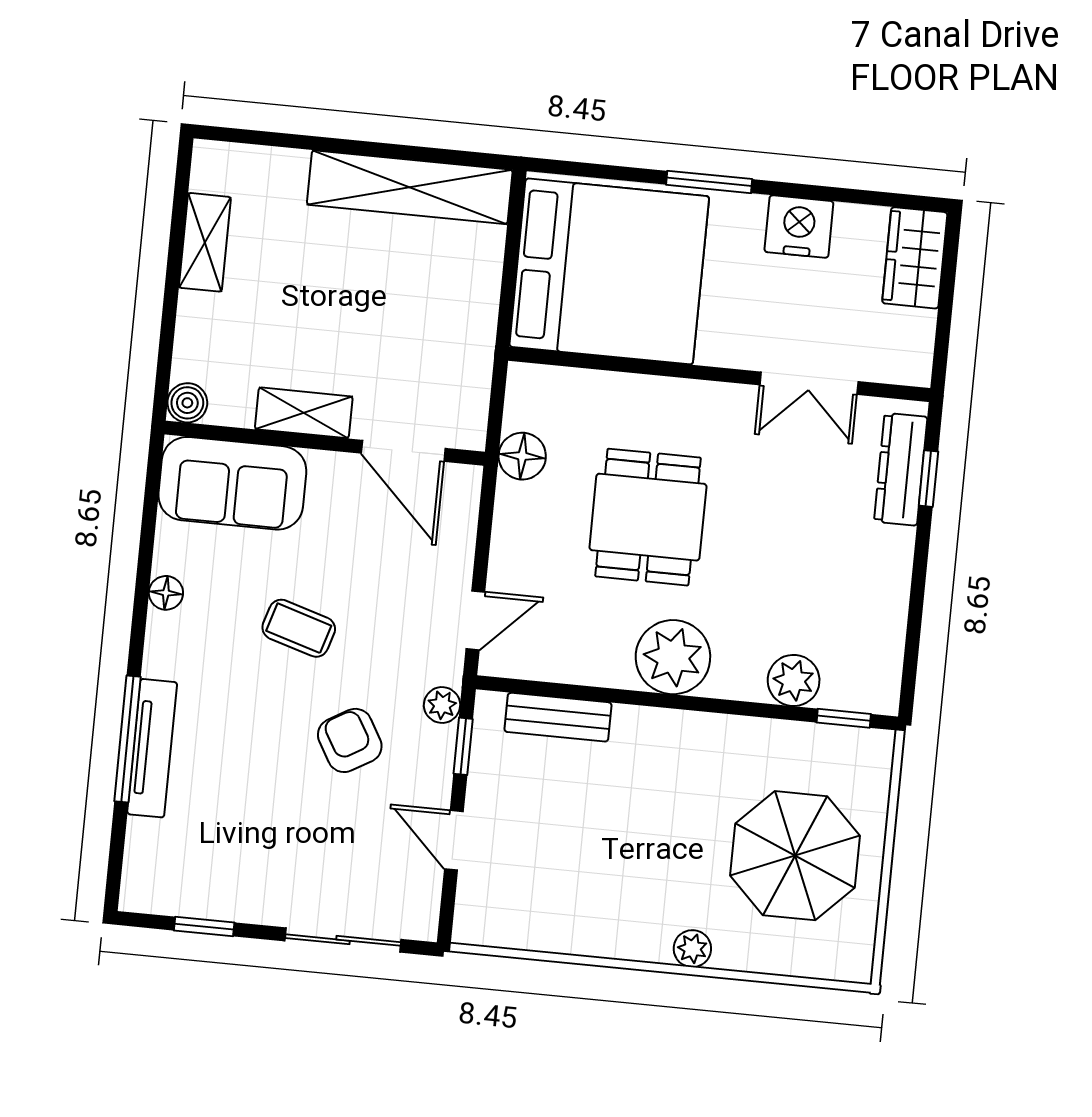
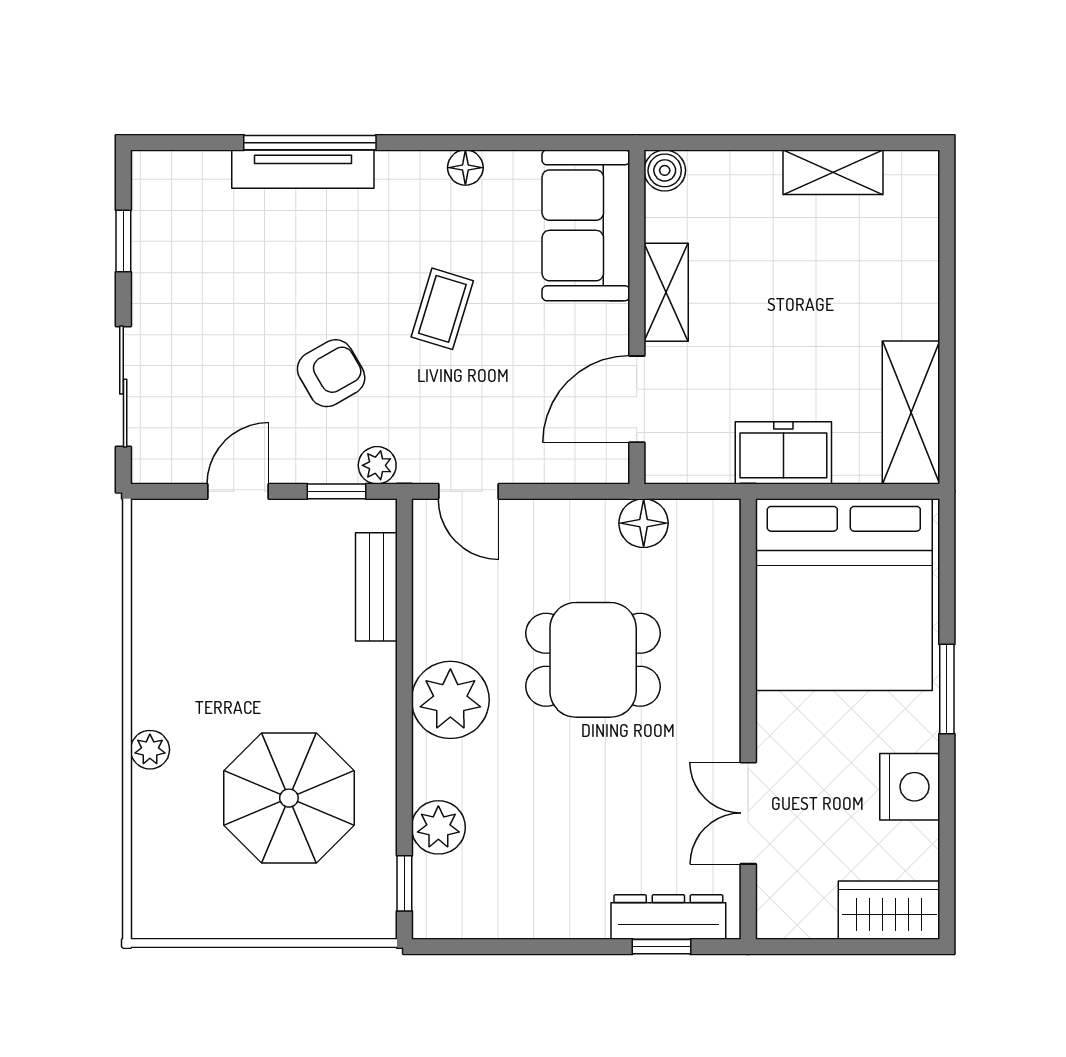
shelving: (410, 187) -> (911, 412), width x0.68
freezer: (468, 316) -> (783, 453), added
parasol: (795, 856) -> (289, 798), moved

